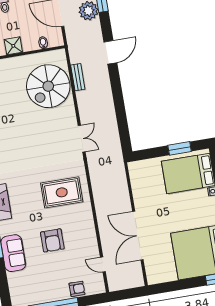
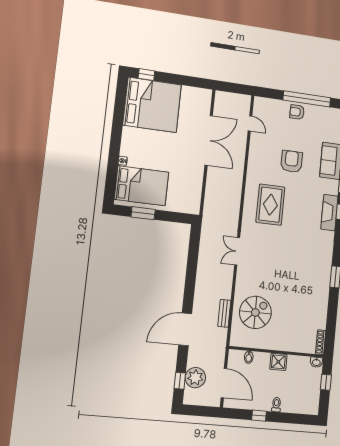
door: (110, 52) -> (185, 329), width x1.36
spiral stairs: (48, 86) -> (255, 312), width x0.73, depth x0.73
rug: (62, 192) -> (270, 205), turned 90
armchair: (77, 289) -> (297, 112), moved

